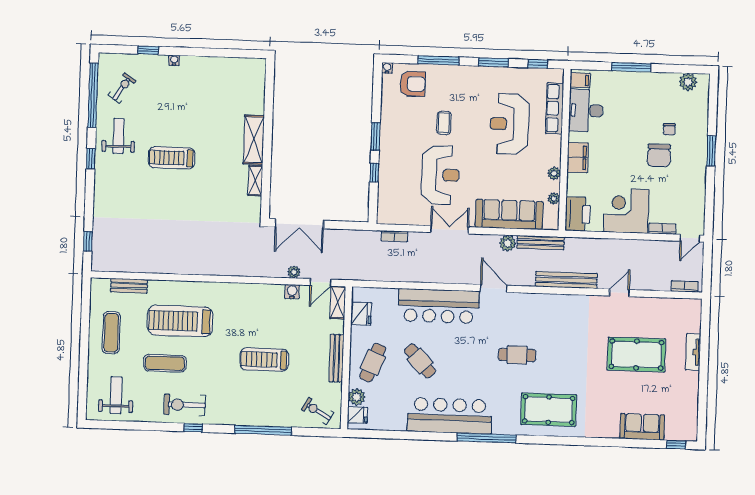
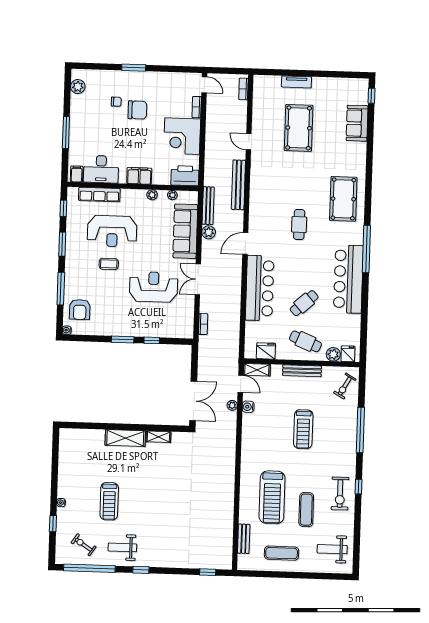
armchair: (413, 84) -> (80, 309), turned 180
coffee table: (444, 123) -> (109, 264), moved
treadmill: (172, 158) -> (109, 501), moved

